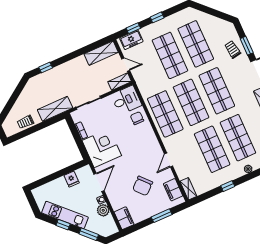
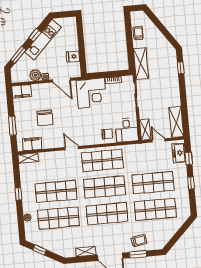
door: (126, 65) -> (159, 140), swing flipped
door: (169, 160) -> (72, 148), moved
chair: (143, 186) -> (45, 118), turned -138

